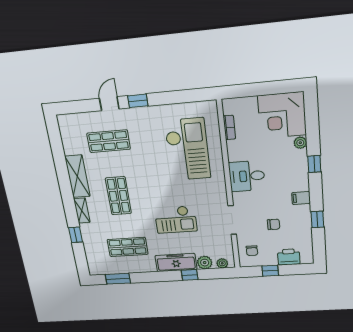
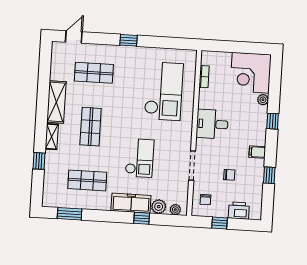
door: (109, 104) -> (74, 37), moved
checkout: (176, 220) -> (140, 158), turned -90

